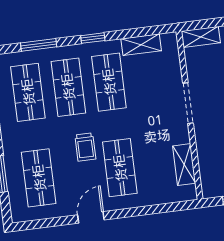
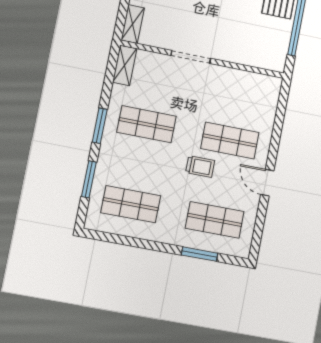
window: (93, 38) -> (100, 126), width x1.50
shelving: (141, 45) -> (125, 65), moved
shop shelf: (68, 87) -> (139, 164), removed
shelving: (184, 165) -> (247, 80), removed

